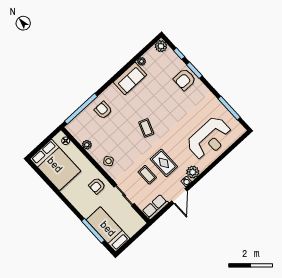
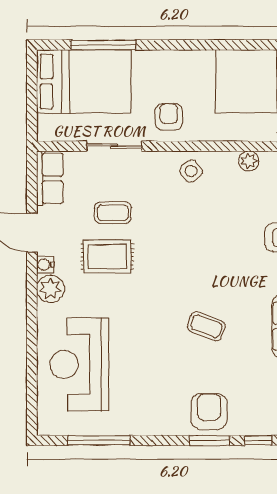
coffee table: (146, 128) -> (206, 326), moved
bed: (108, 229) -> (84, 81), width x1.50

